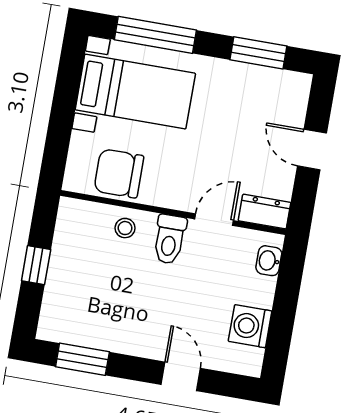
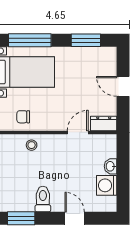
chair: (119, 173) -> (23, 117), width x0.54, depth x0.54
toilet: (170, 239) -> (43, 199), moved, turned 180
washbasin: (269, 261) -> (111, 166), moved

